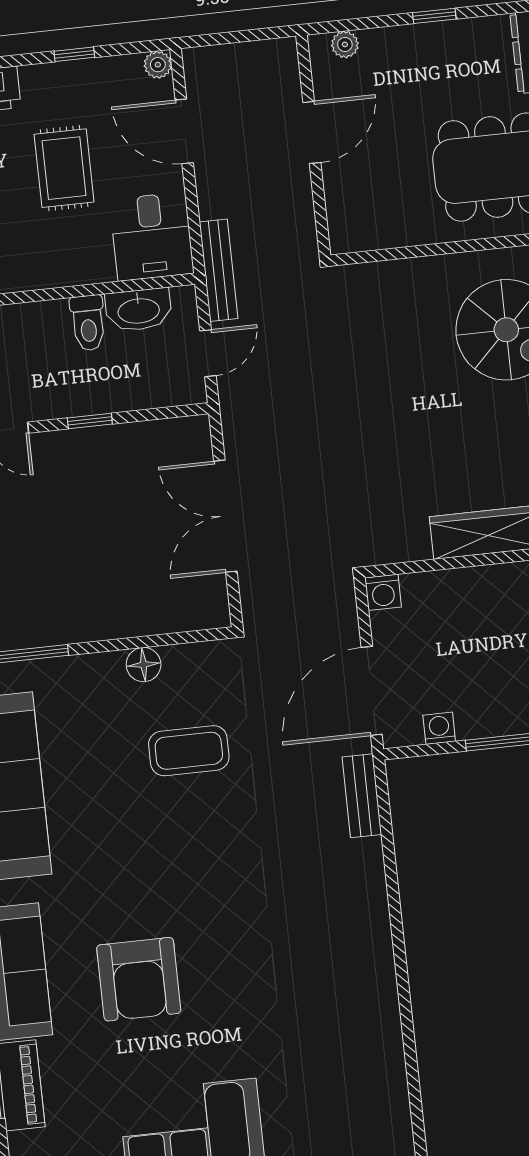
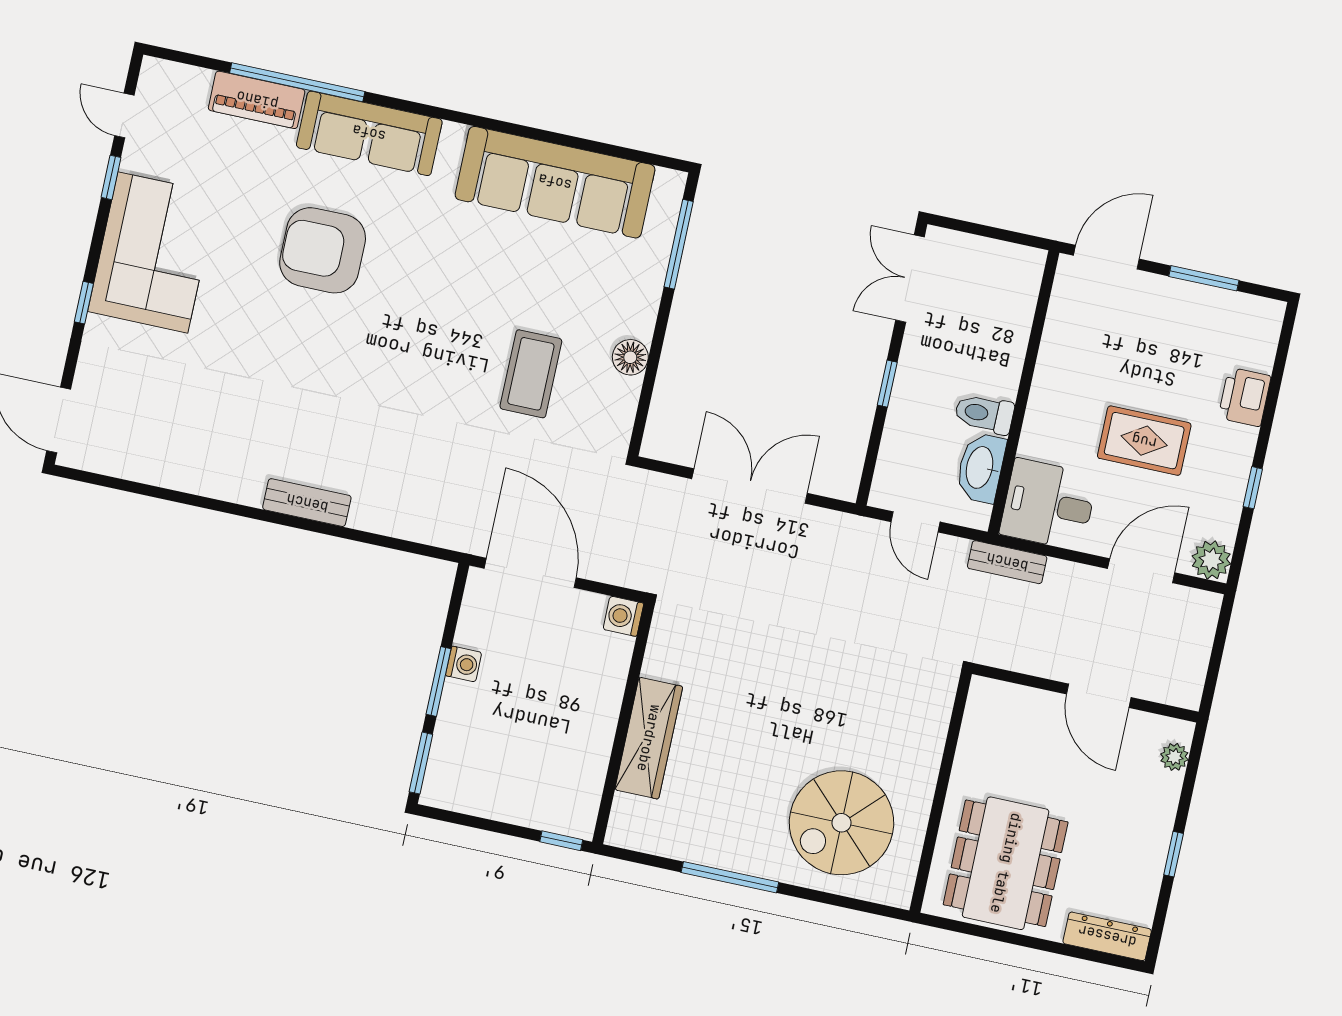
plant: (158, 65) -> (1211, 560), width x1.38, depth x1.38
bench: (219, 270) -> (1007, 562), width x0.73
washing machine: (439, 728) -> (464, 664), moved
bench: (362, 796) -> (307, 503), moved

